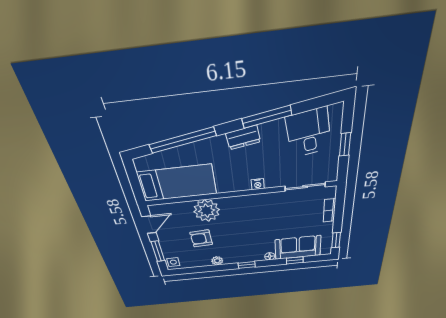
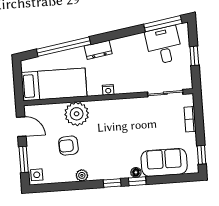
window: (267, 117) -> (163, 24), moved
dresser: (243, 138) -> (98, 50), moved
nightstand: (258, 184) -> (108, 90), moved
door: (149, 225) -> (21, 127), hinge flipped
window: (295, 260) -> (137, 181), moved

